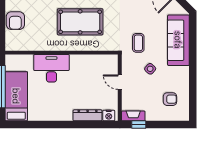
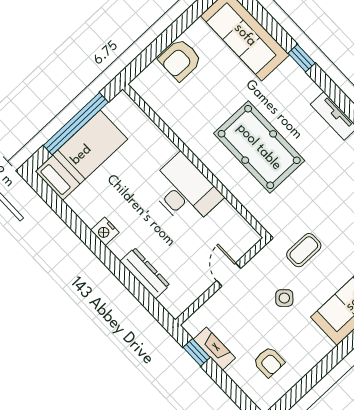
desk: (51, 68) -> (185, 191), moved
nightstand: (109, 116) -> (105, 231), moved
fireplace: (133, 116) -> (214, 349), moved

